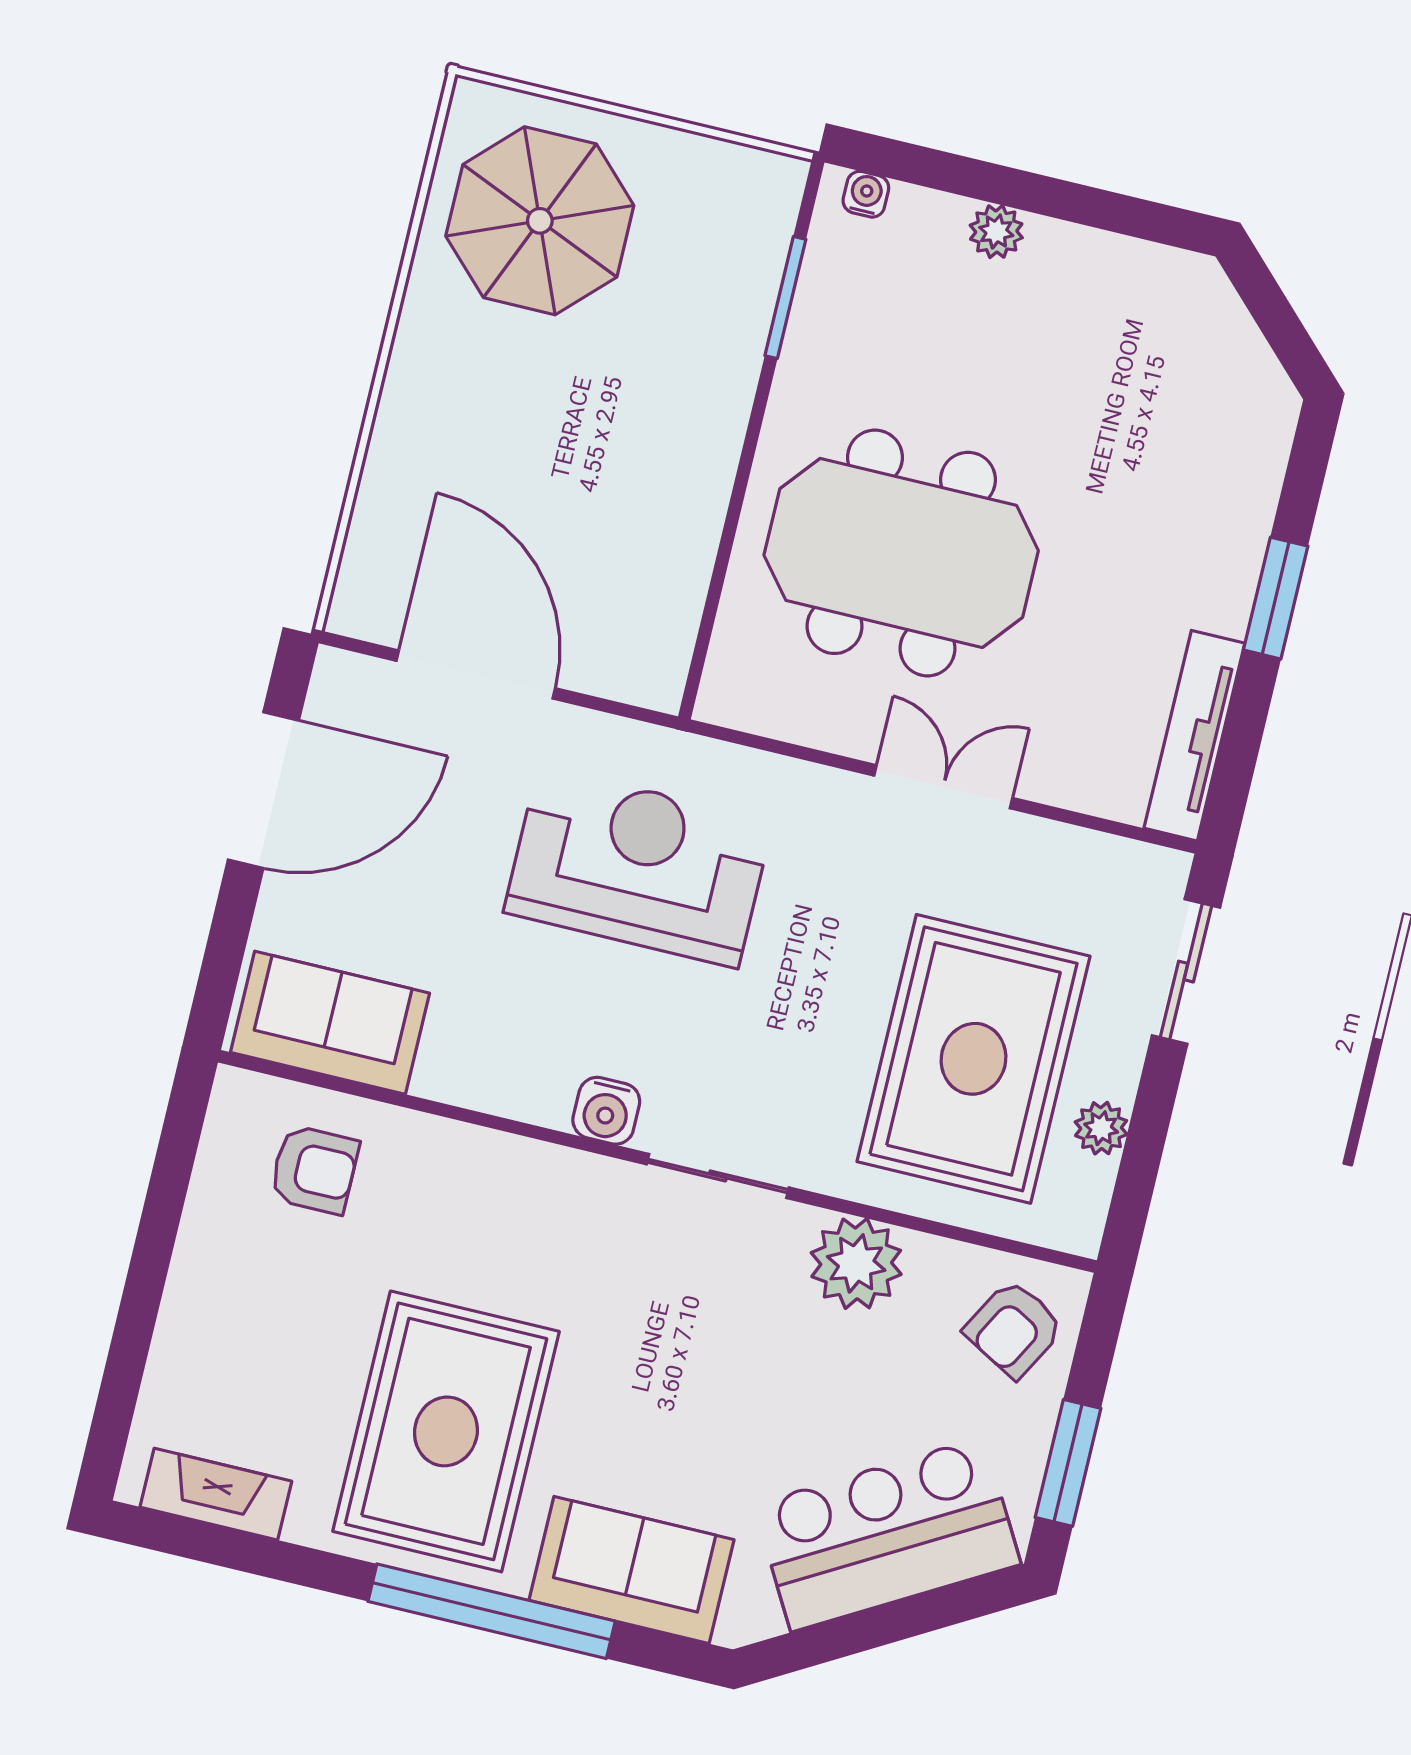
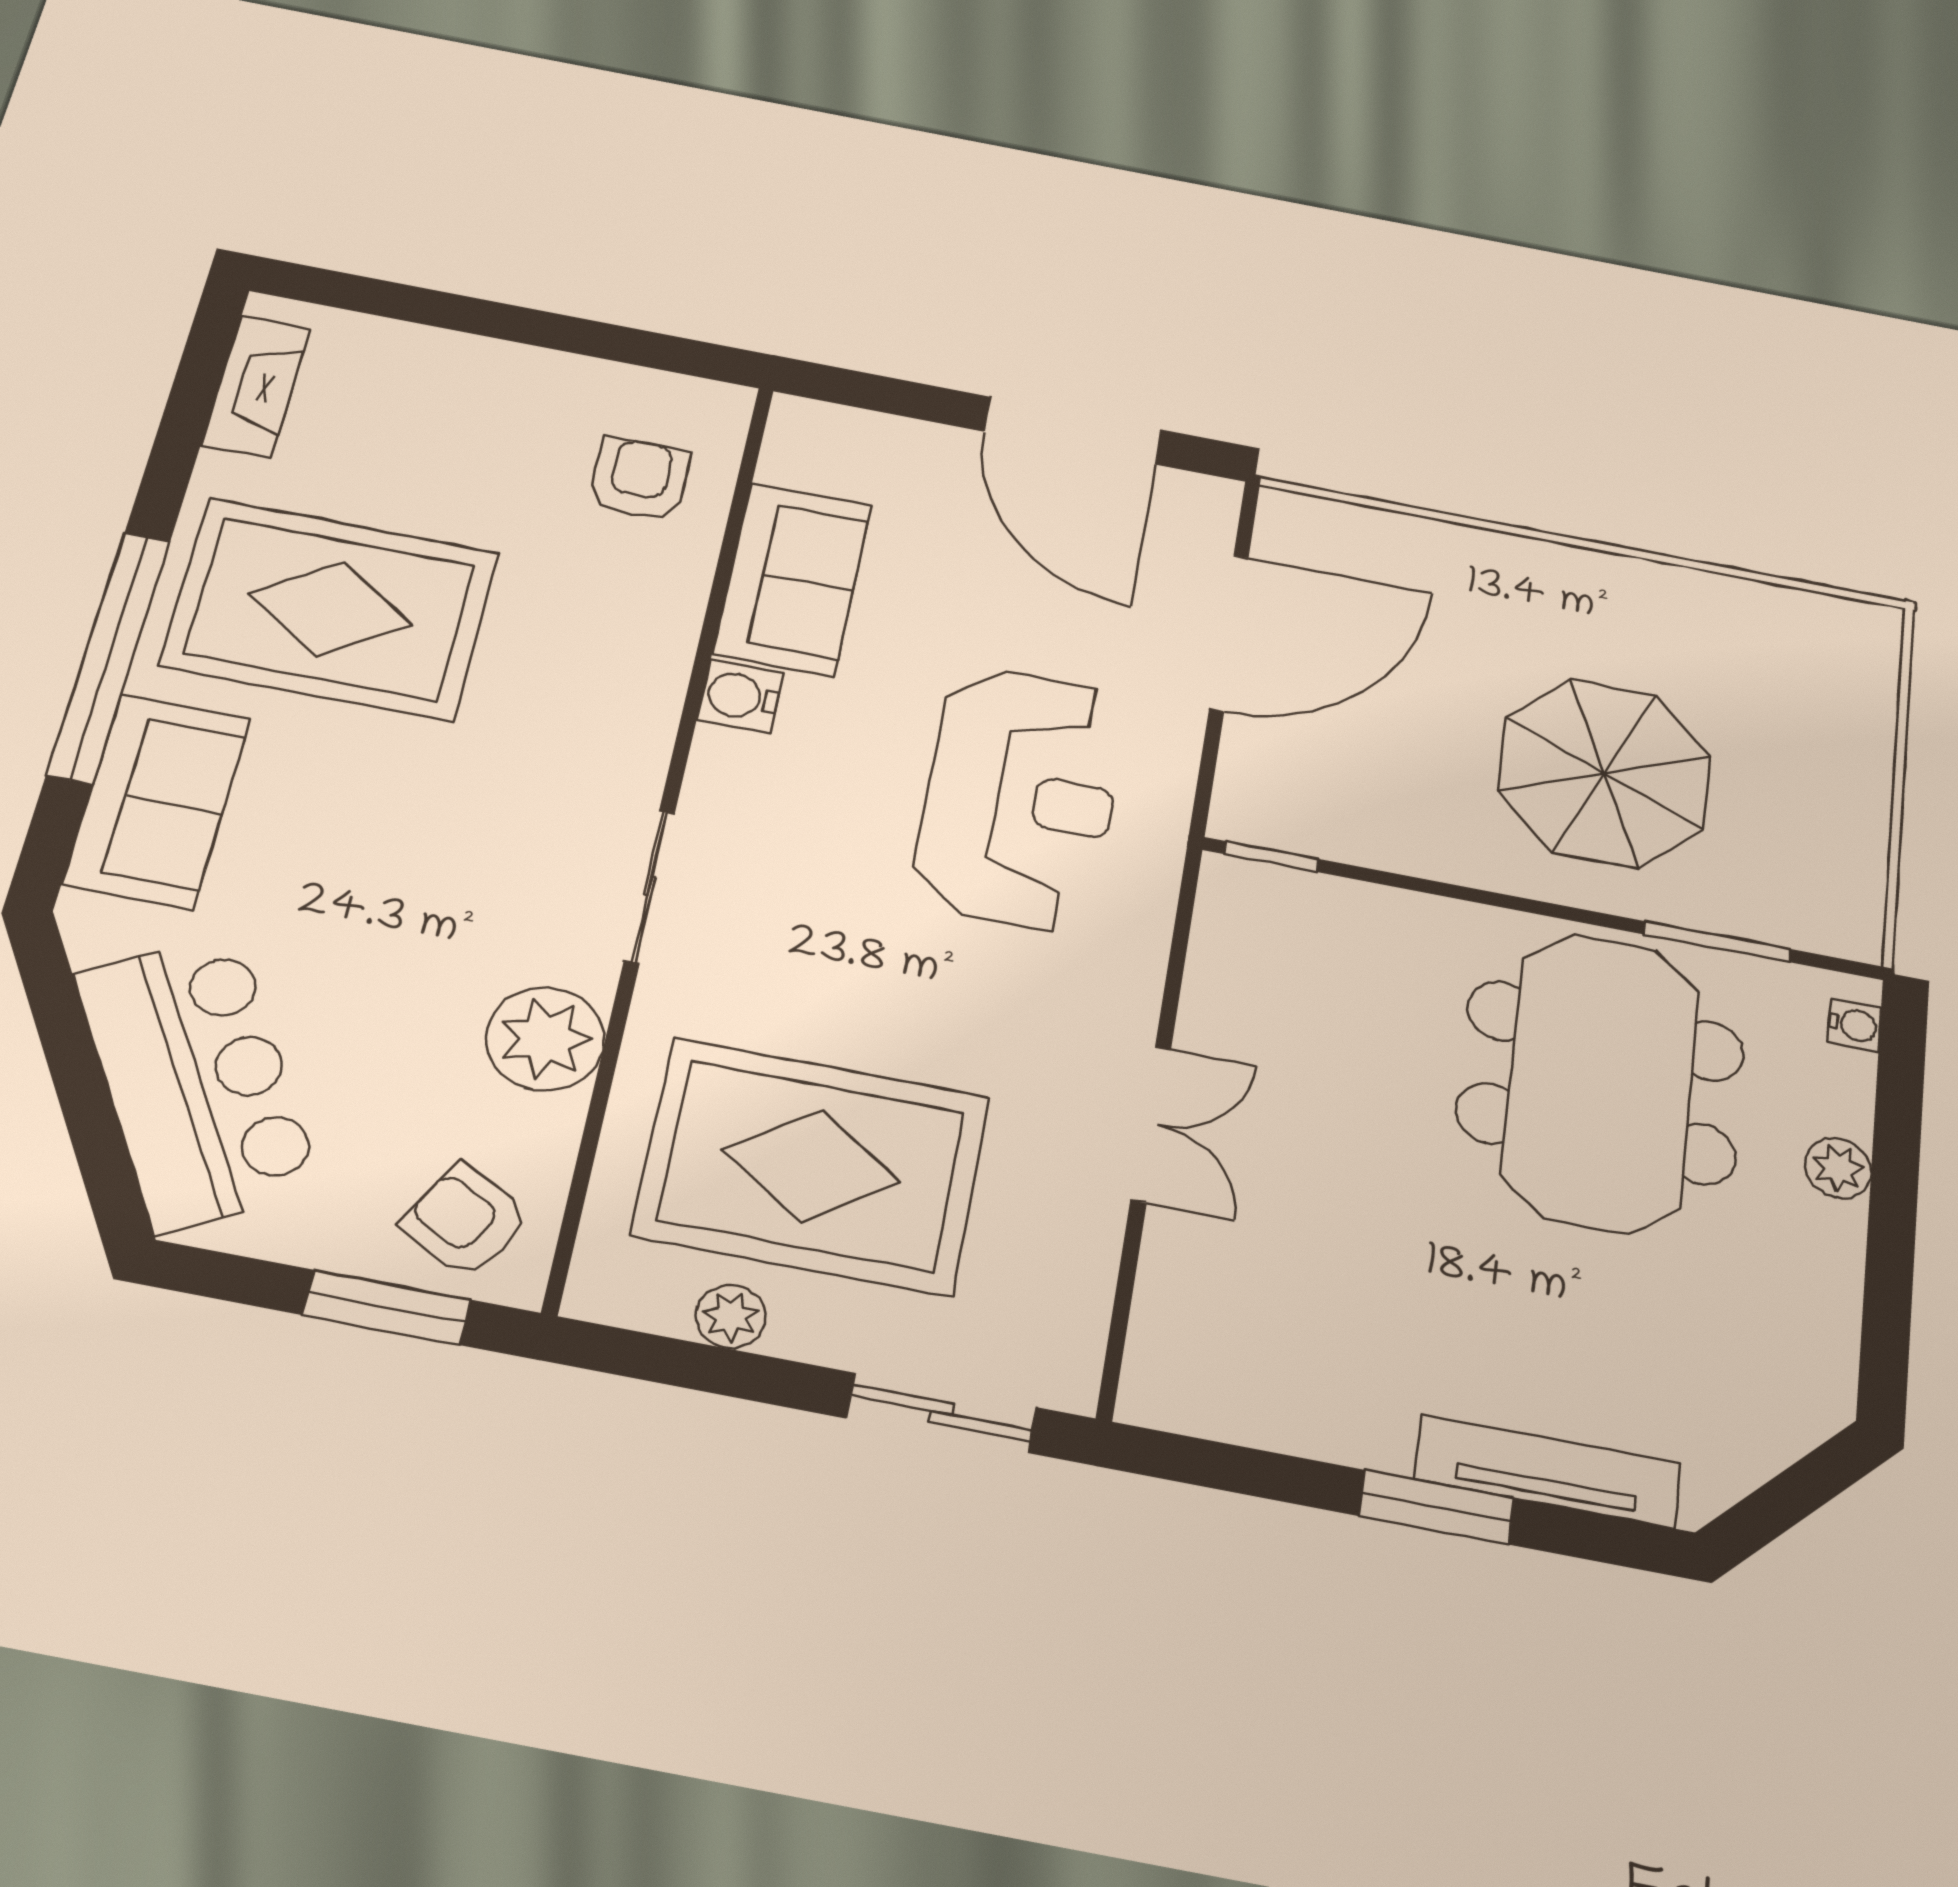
parasol: (540, 221) -> (1604, 773), moved
meeting table: (901, 553) -> (1601, 1082), moved
window: (698, 662) -> (1271, 856), added
tv unit: (1194, 736) -> (1547, 1471), moved
sofa: (330, 1023) -> (792, 579), moved
water cooler: (606, 1111) -> (740, 696), moved
armchair: (314, 1170) -> (639, 479), turned 180
window: (1068, 1463) -> (387, 1307), moved

